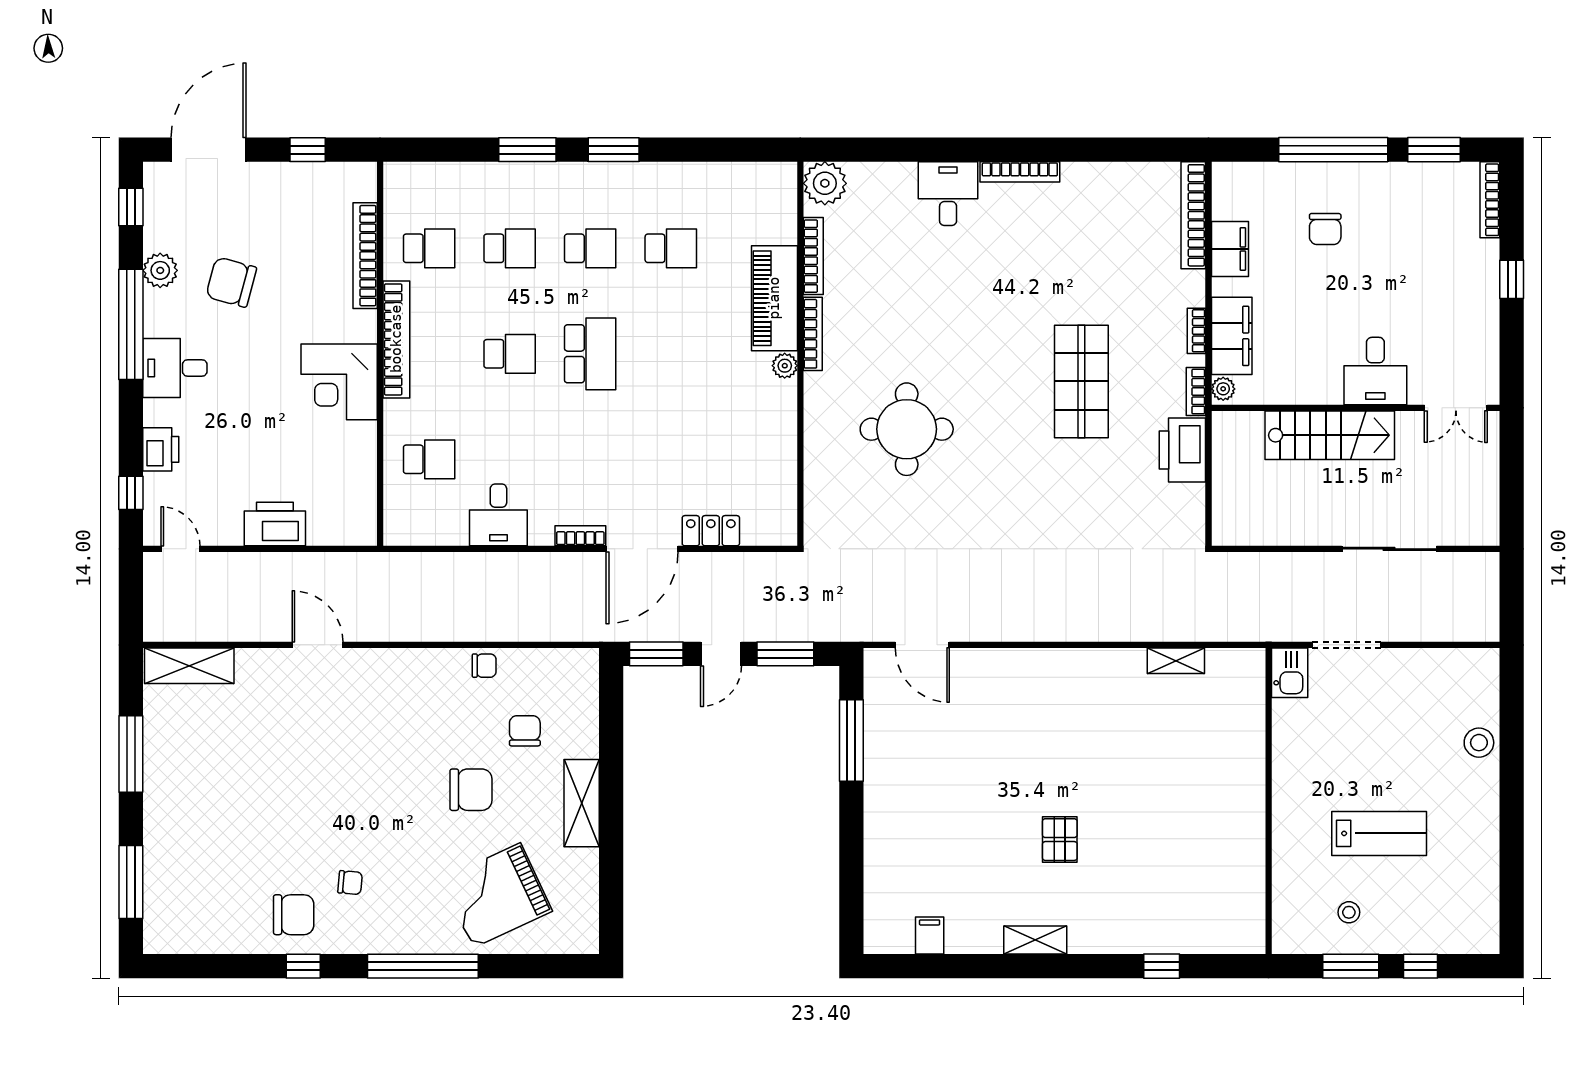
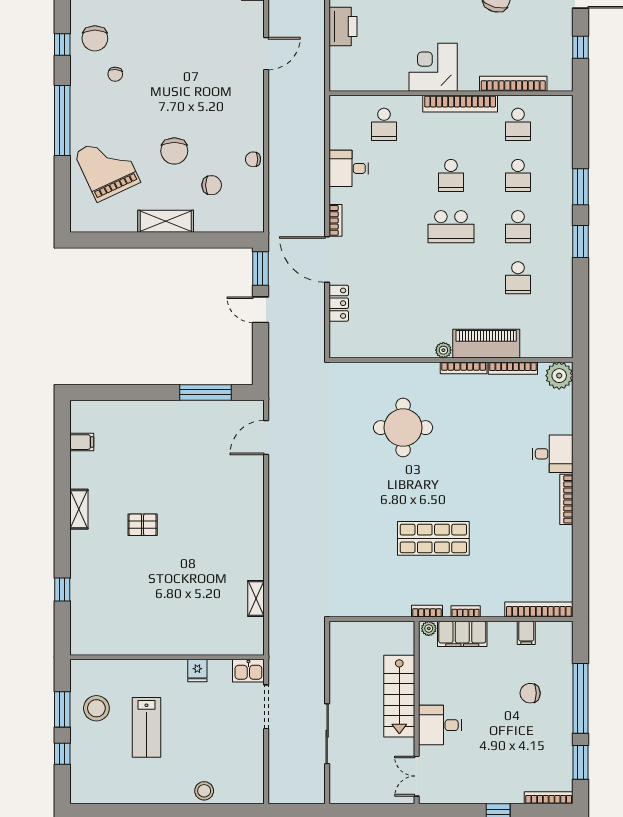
filing cabinet: (1230, 249) -> (526, 633), width x0.50
printer: (1182, 450) -> (390, 603), removed
window: (785, 654) -> (260, 351), removed
chair: (484, 666) -> (253, 159), turned 90
fridge: (1289, 753) -> (197, 671), added
stool: (1349, 912) -> (96, 708), width x1.89, depth x1.89

